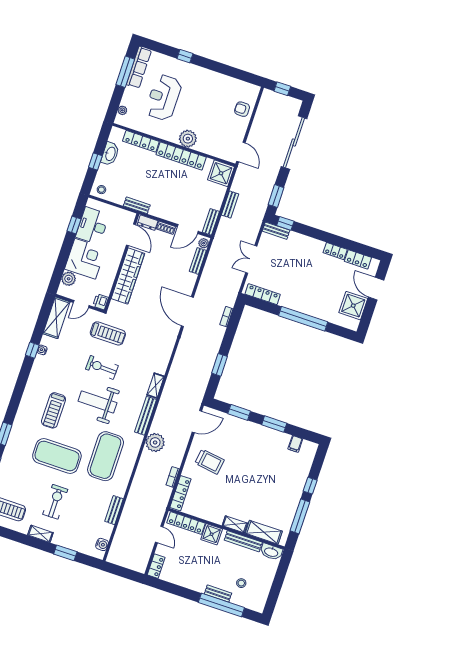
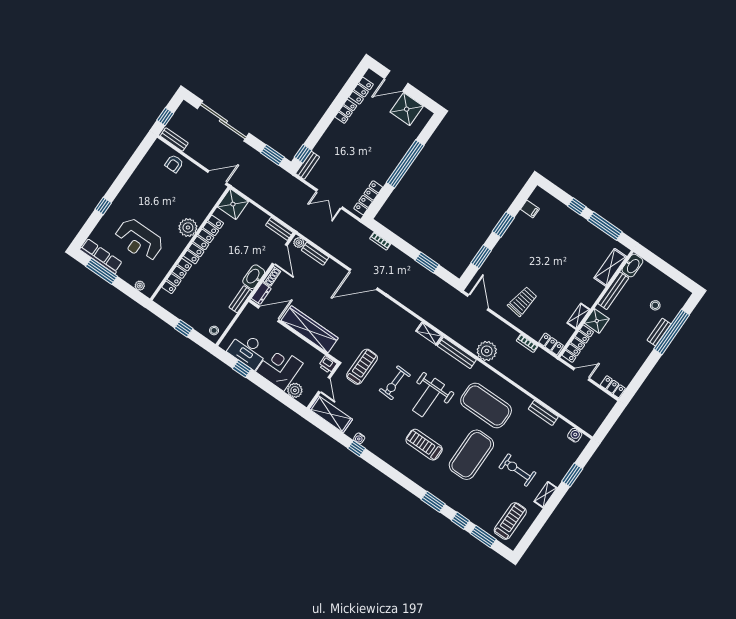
washbasin: (110, 154) -> (254, 277), moved, turned -90
bench: (230, 204) -> (174, 139), moved
treadmill: (54, 410) -> (424, 445), turned 180
locker: (180, 493) -> (551, 344), width x0.66
shelving: (235, 524) -> (578, 316), moved

